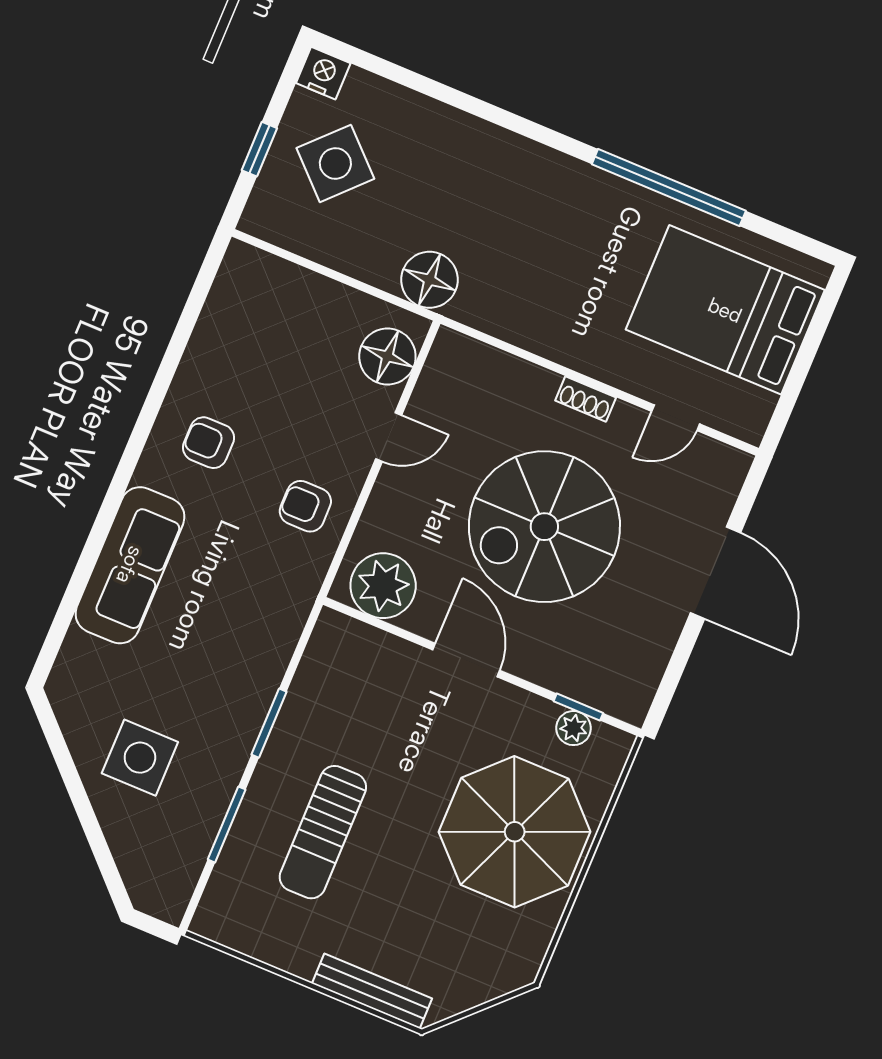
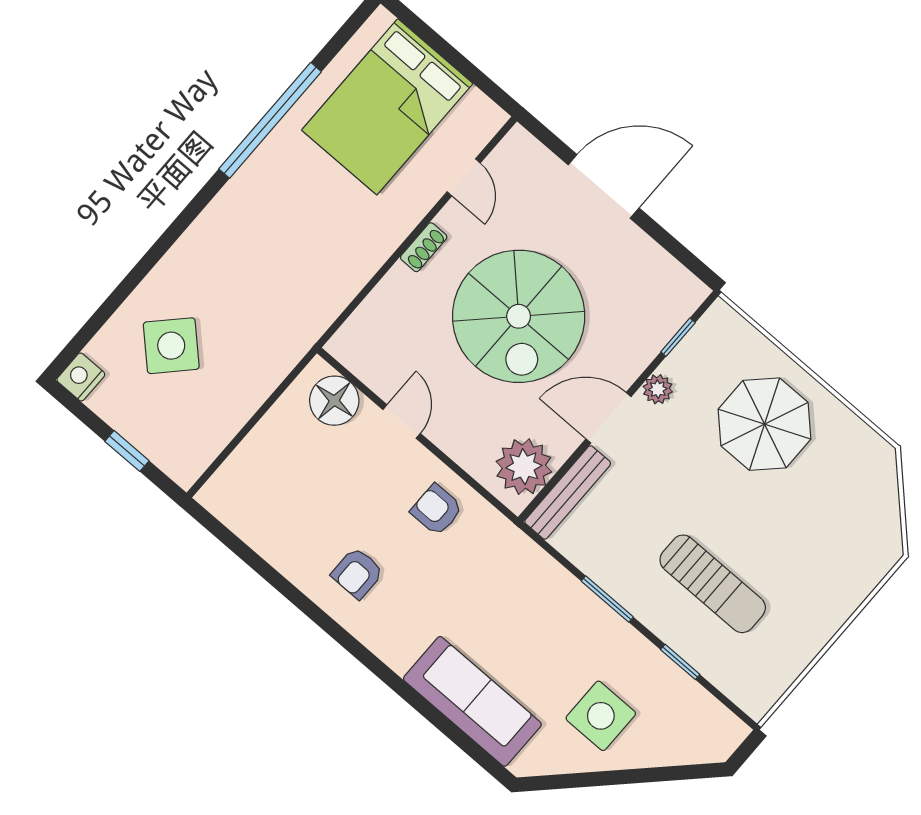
side table: (335, 163) -> (171, 346), moved
floor lamp: (429, 280) -> (282, 345), removed
armchair: (305, 506) -> (437, 510), turned 90
sofa: (130, 565) -> (472, 701), moved
plant: (574, 728) -> (658, 389), moved
window: (227, 825) -> (680, 662), width x0.67
parasol: (515, 832) -> (765, 424), width x0.73, depth x0.73
bench: (372, 991) -> (568, 492), moved

